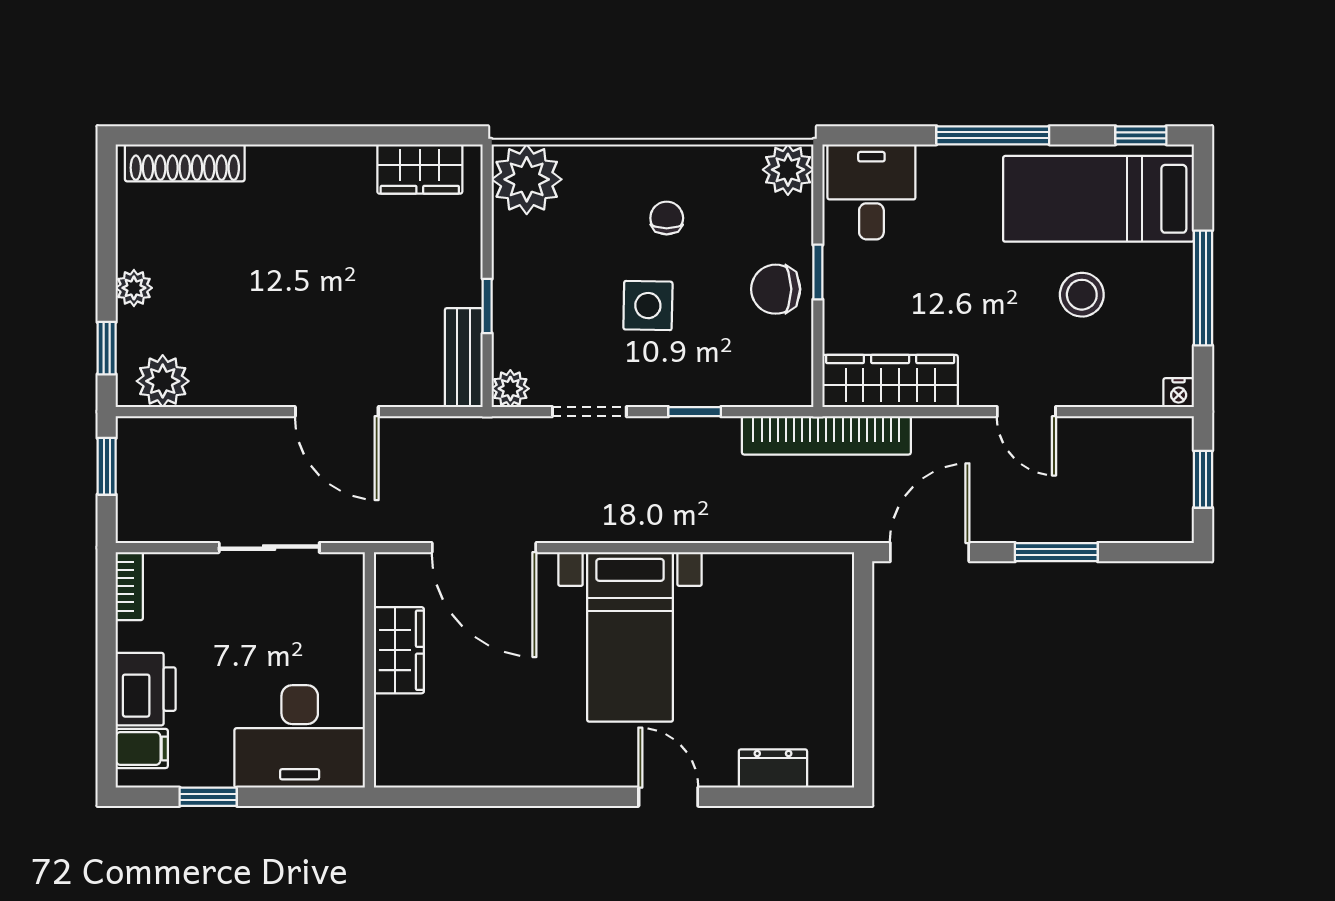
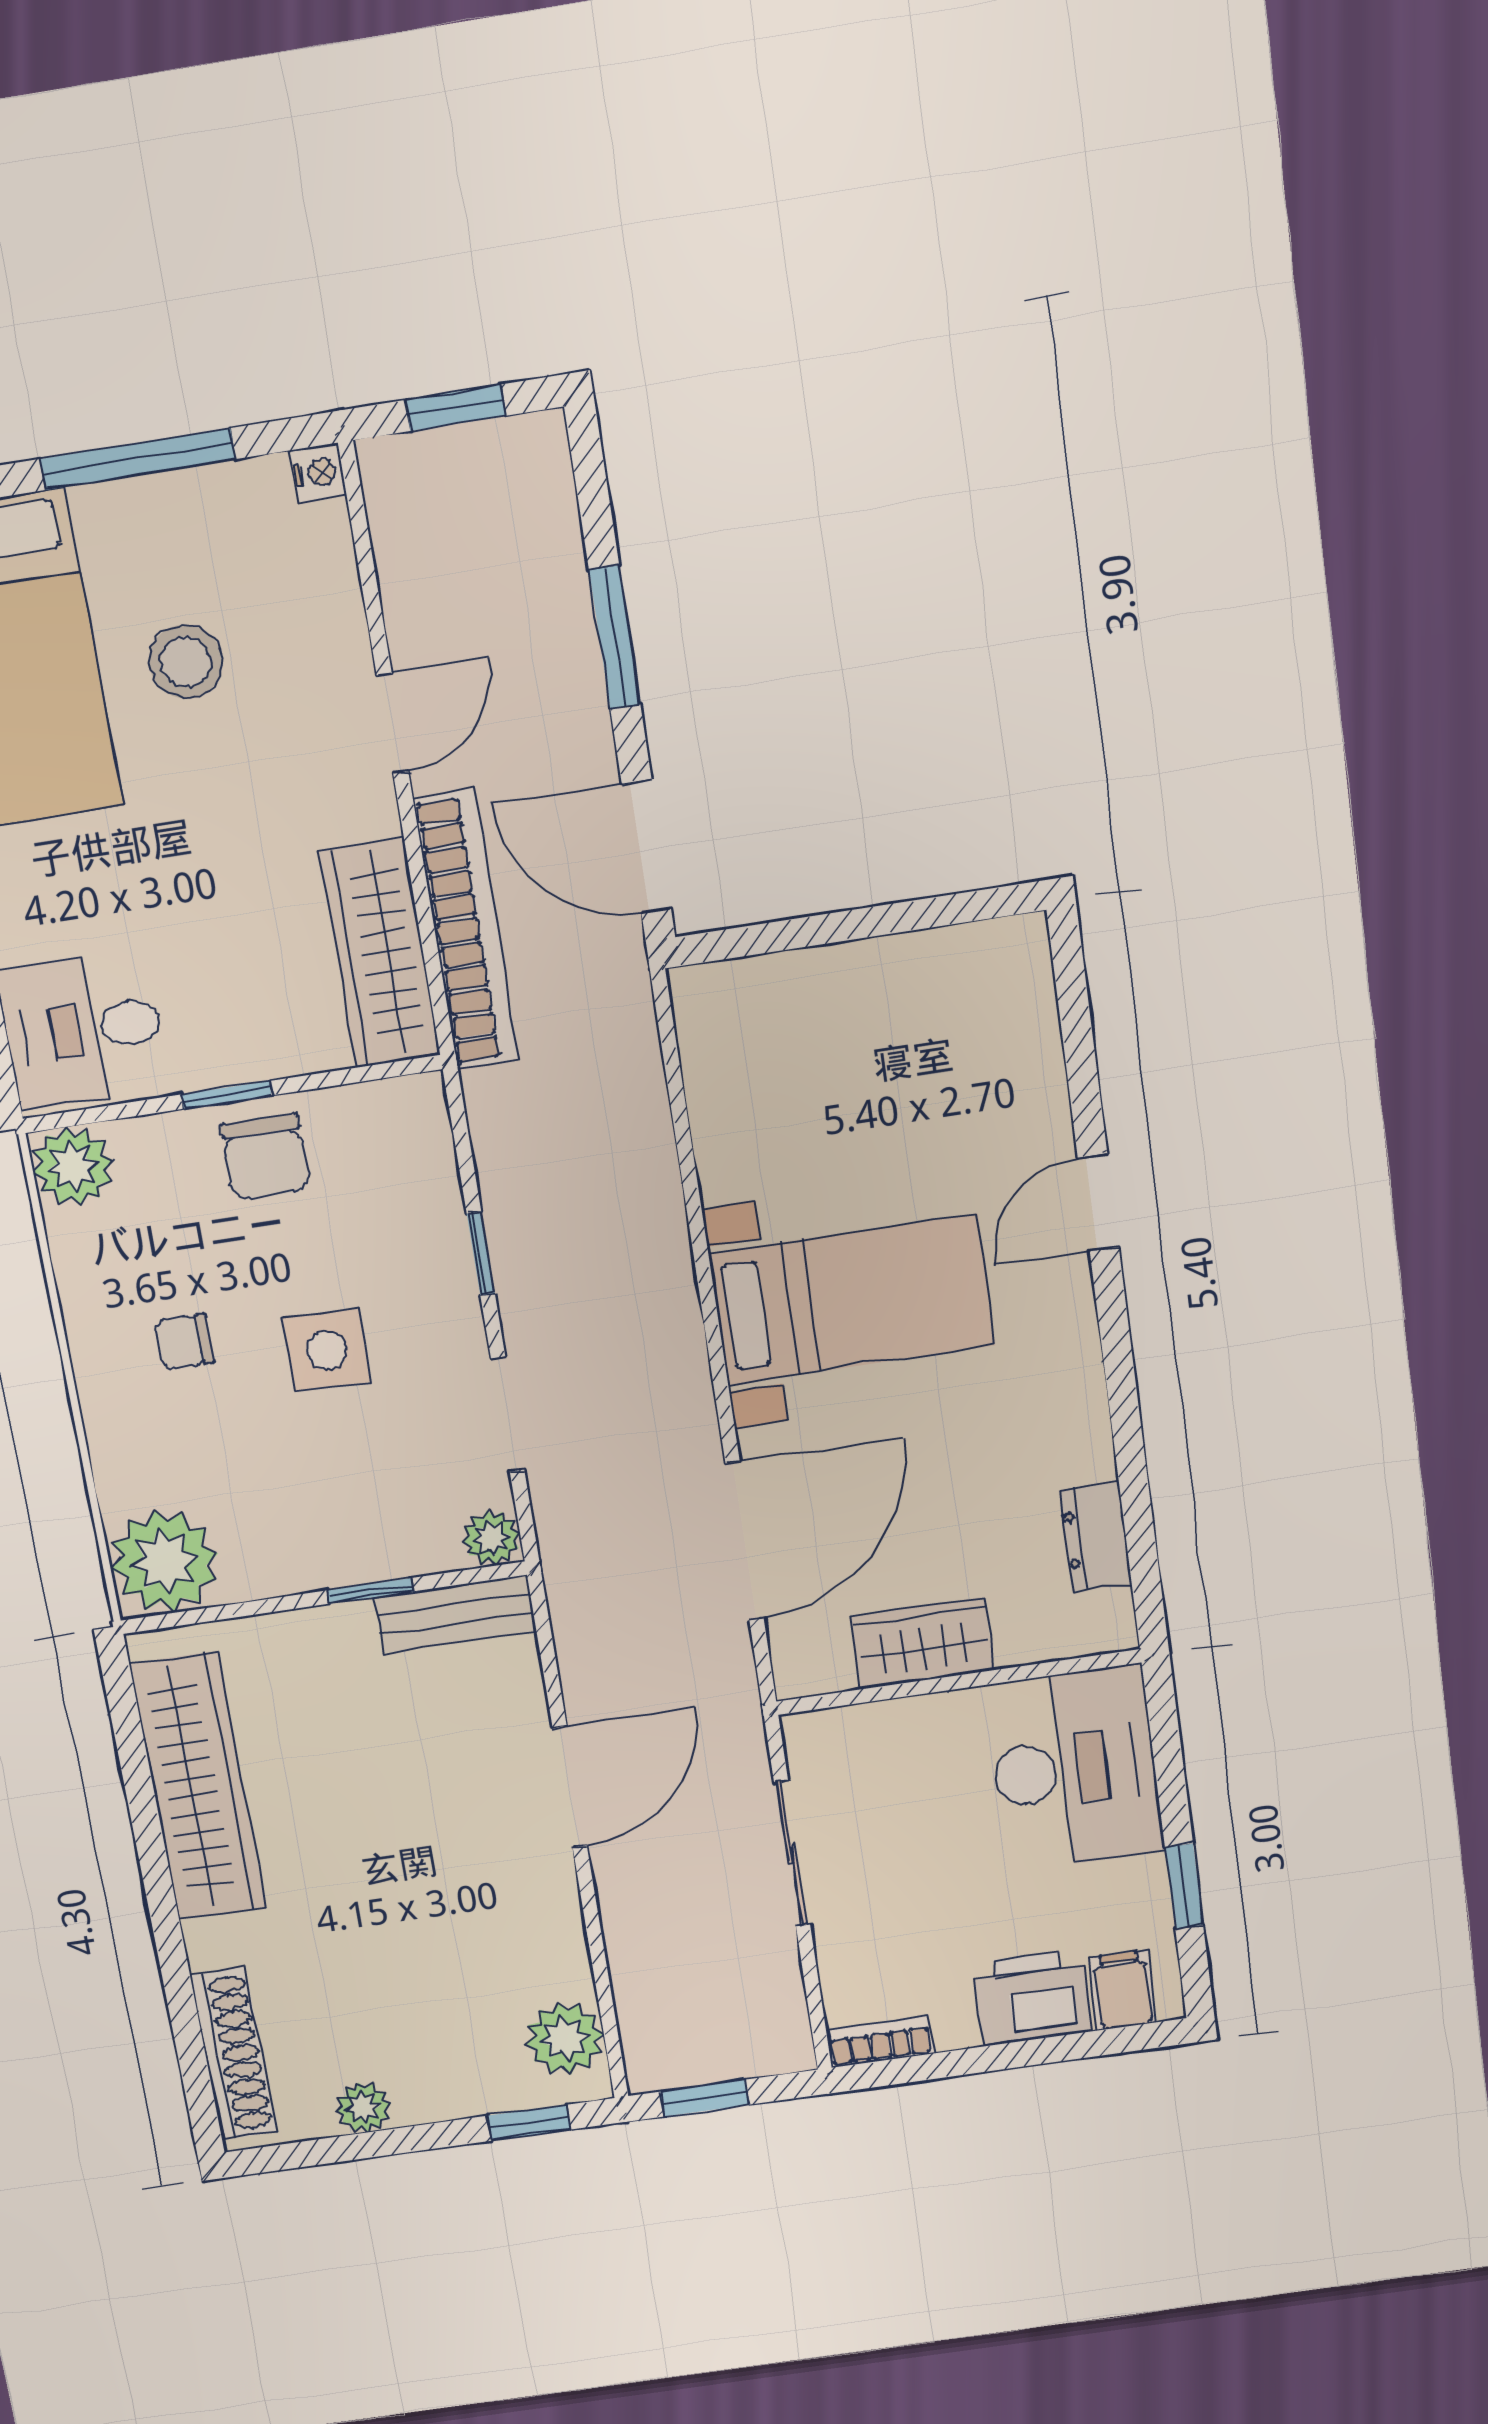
wardrobe: (420, 169) -> (198, 1786), width x2.10, depth x1.17
plant: (134, 288) -> (363, 2108), moved
bookcase: (826, 435) -> (466, 930), moved
dresser: (773, 768) -> (1095, 1537), moved

